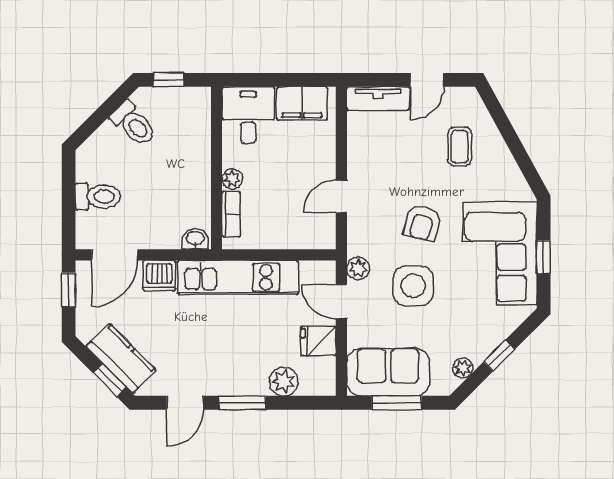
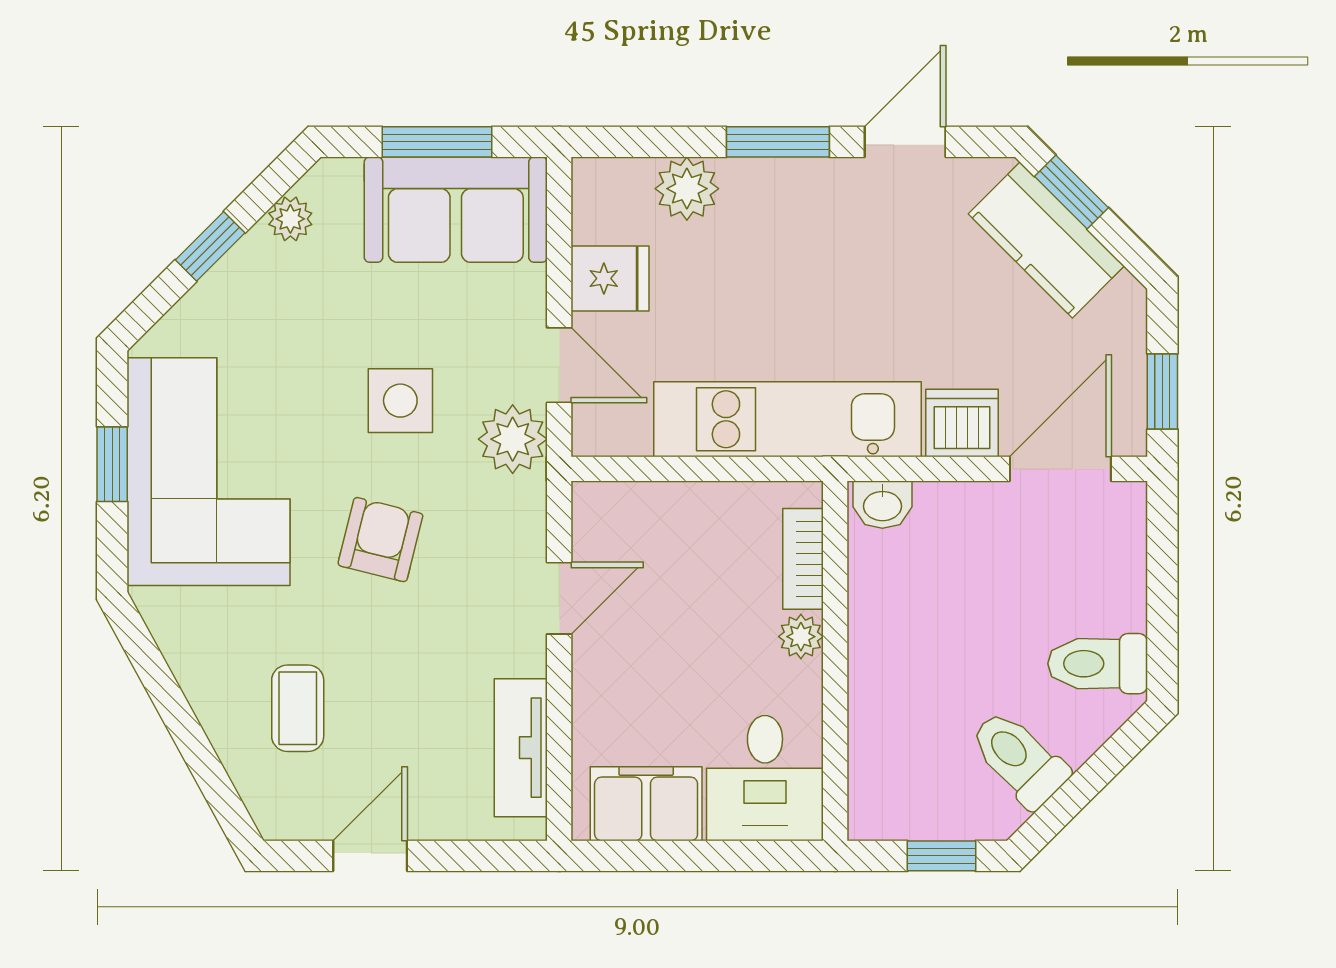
tv unit: (378, 99) -> (521, 748), moved, turned -90
toilet: (98, 197) -> (1098, 664), moved
plant: (358, 268) -> (513, 439), width x1.38, depth x1.38
side table: (413, 286) -> (400, 401), width x0.73, depth x0.73

